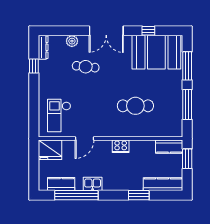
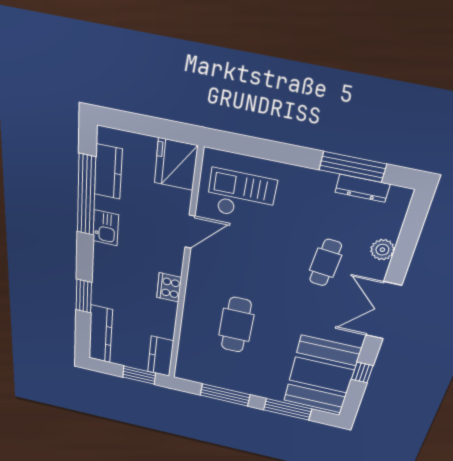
dresser: (43, 47) -> (362, 188), moved
window: (34, 66) -> (353, 167), width x2.17
door: (84, 139) -> (190, 232), swing flipped

